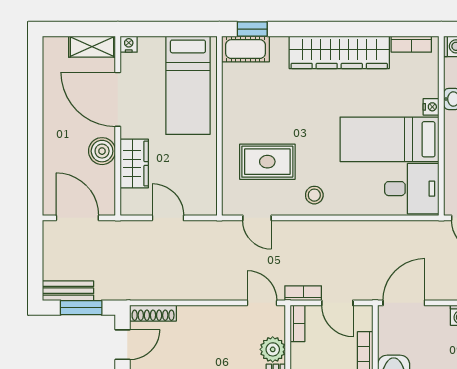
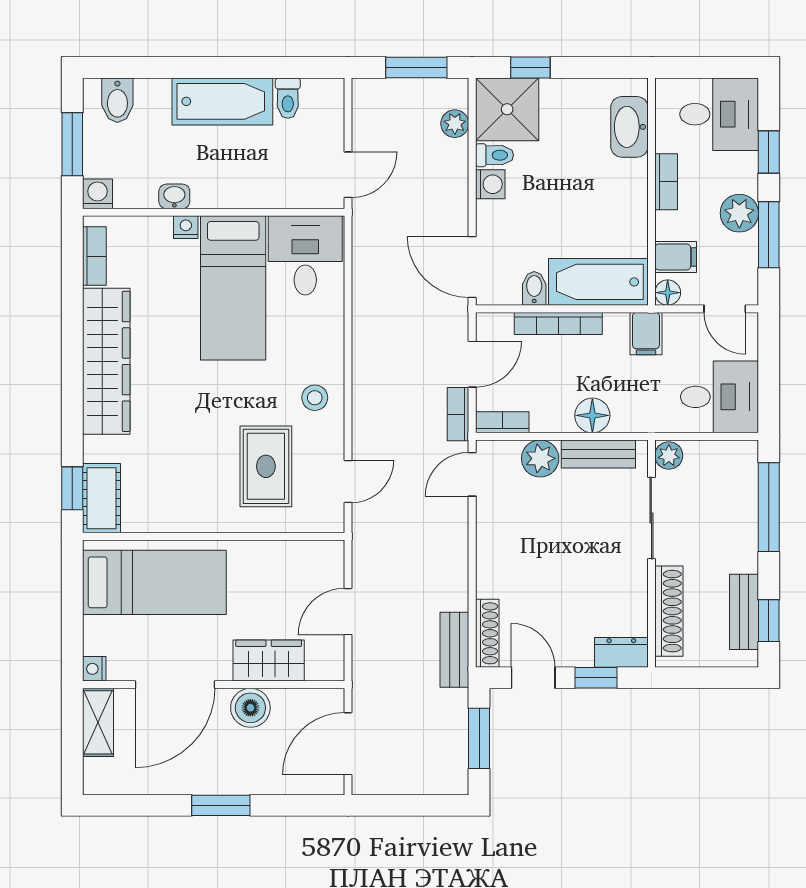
window: (35, 131) -> (221, 805), added
bench: (68, 291) -> (454, 650), moved
bidet: (389, 345) -> (534, 288), added

